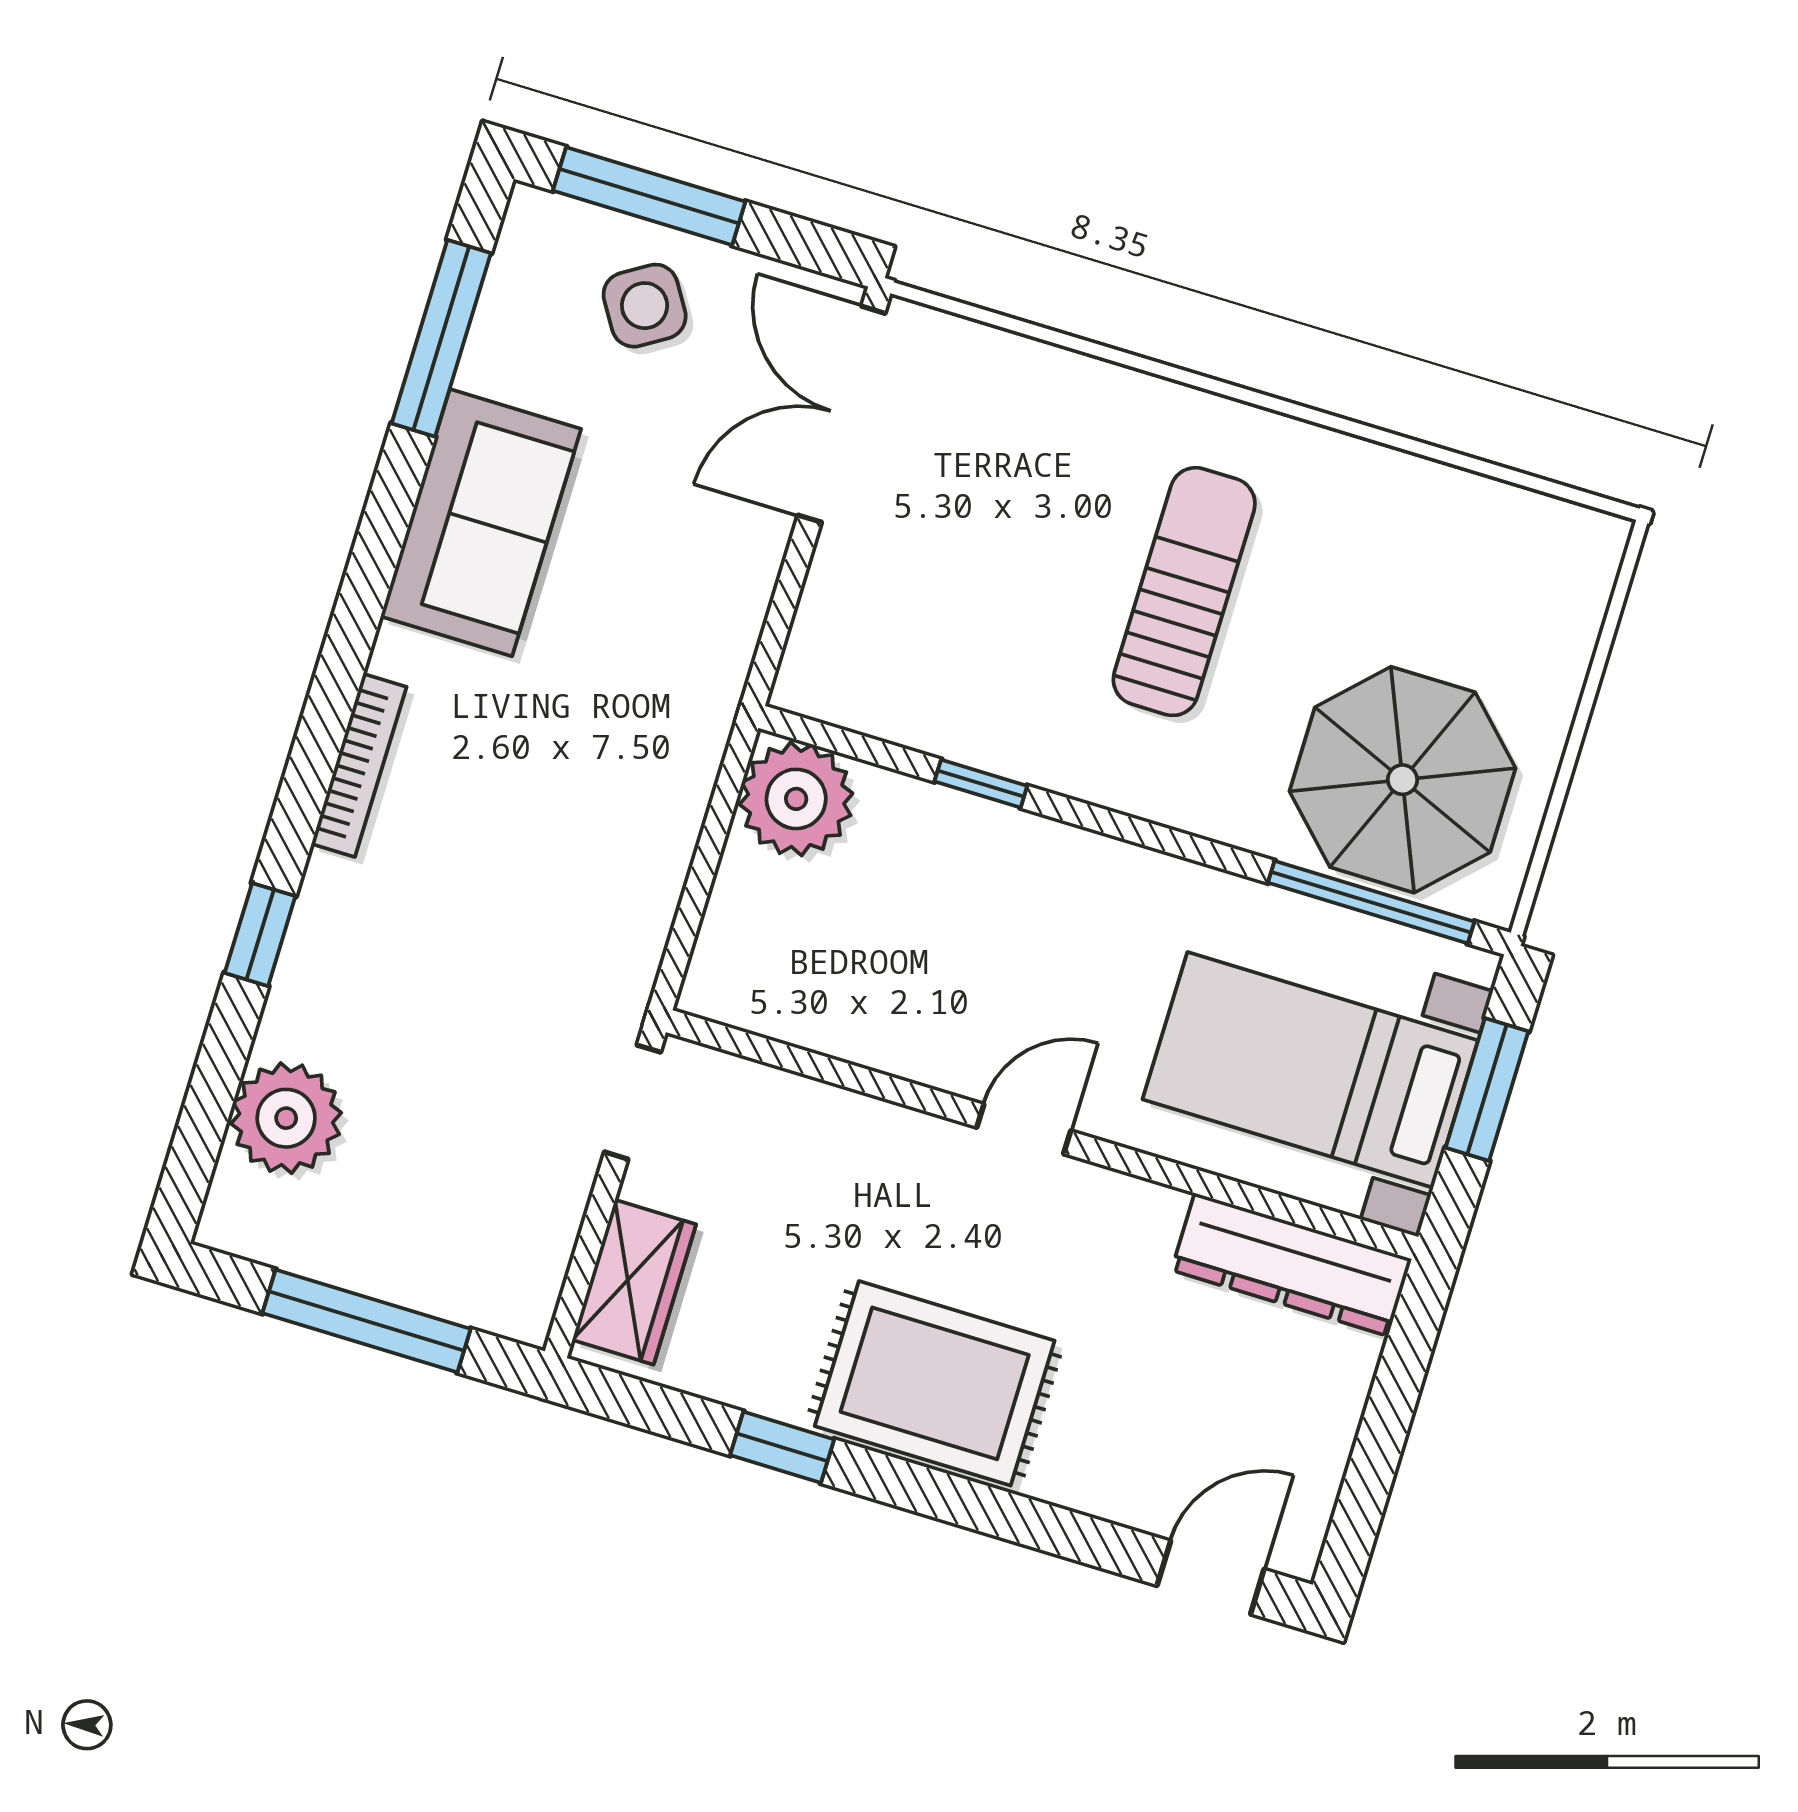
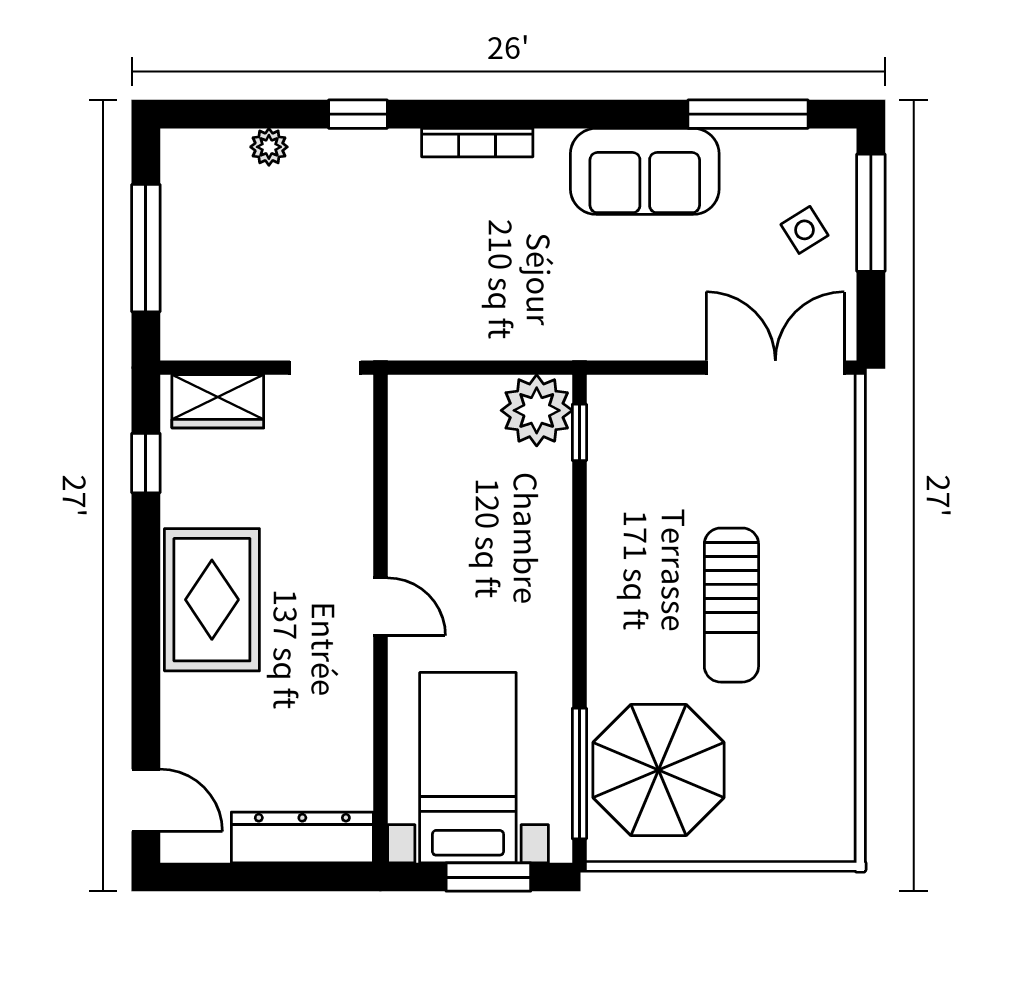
side table: (645, 306) -> (804, 230), width x0.73, depth x0.73
sun lounger: (1184, 592) -> (731, 605), turned 90
window: (981, 784) -> (579, 432), moved
plant: (286, 1118) -> (269, 147), width x0.53, depth x0.53
dresser: (1292, 1265) -> (302, 837), moved, turned 90
window: (782, 1447) -> (146, 463), moved

